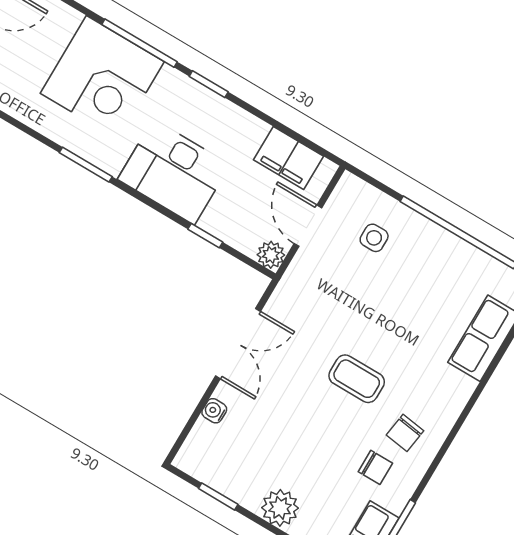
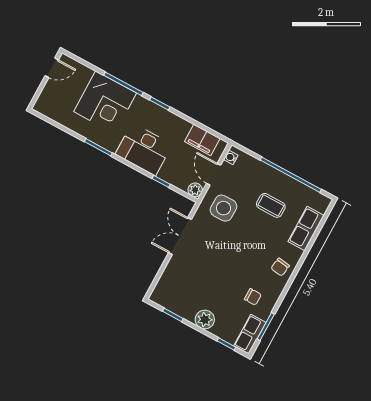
side table: (374, 238) -> (224, 208), moved, width x1.87, depth x1.87
double door: (238, 344) -> (180, 236), swing flipped
coffee table: (357, 379) -> (271, 205), moved
water cooler: (214, 411) -> (231, 157), moved
chair: (405, 433) -> (280, 267), moved

